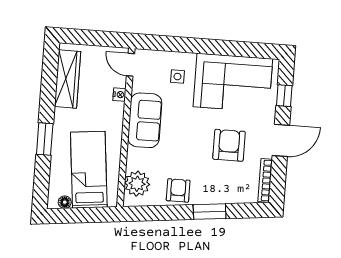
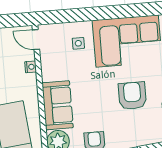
sofa: (145, 120) -> (58, 105), moved

